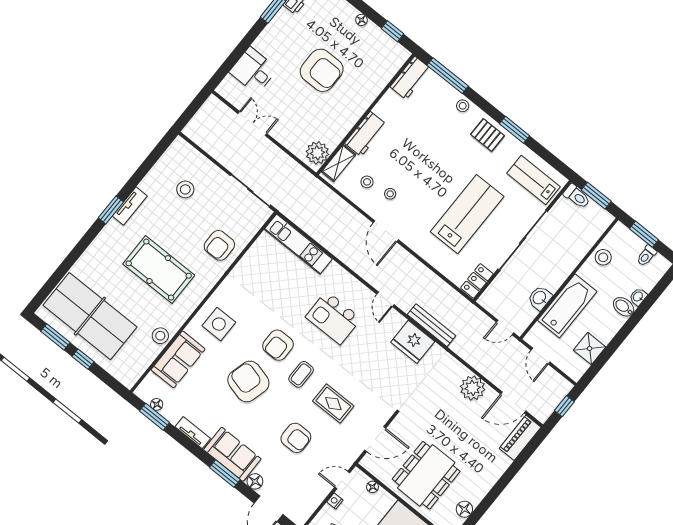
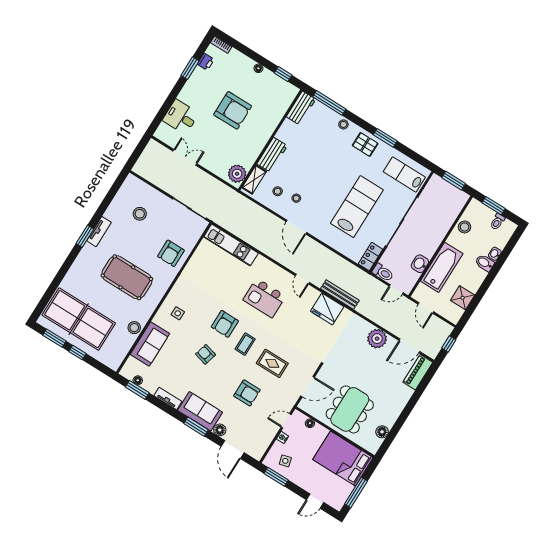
toilet: (577, 196) -> (383, 273), moved
side table: (219, 324) -> (178, 313), width x0.54, depth x0.54
armchair: (248, 381) -> (206, 354), width x0.53, depth x0.53

